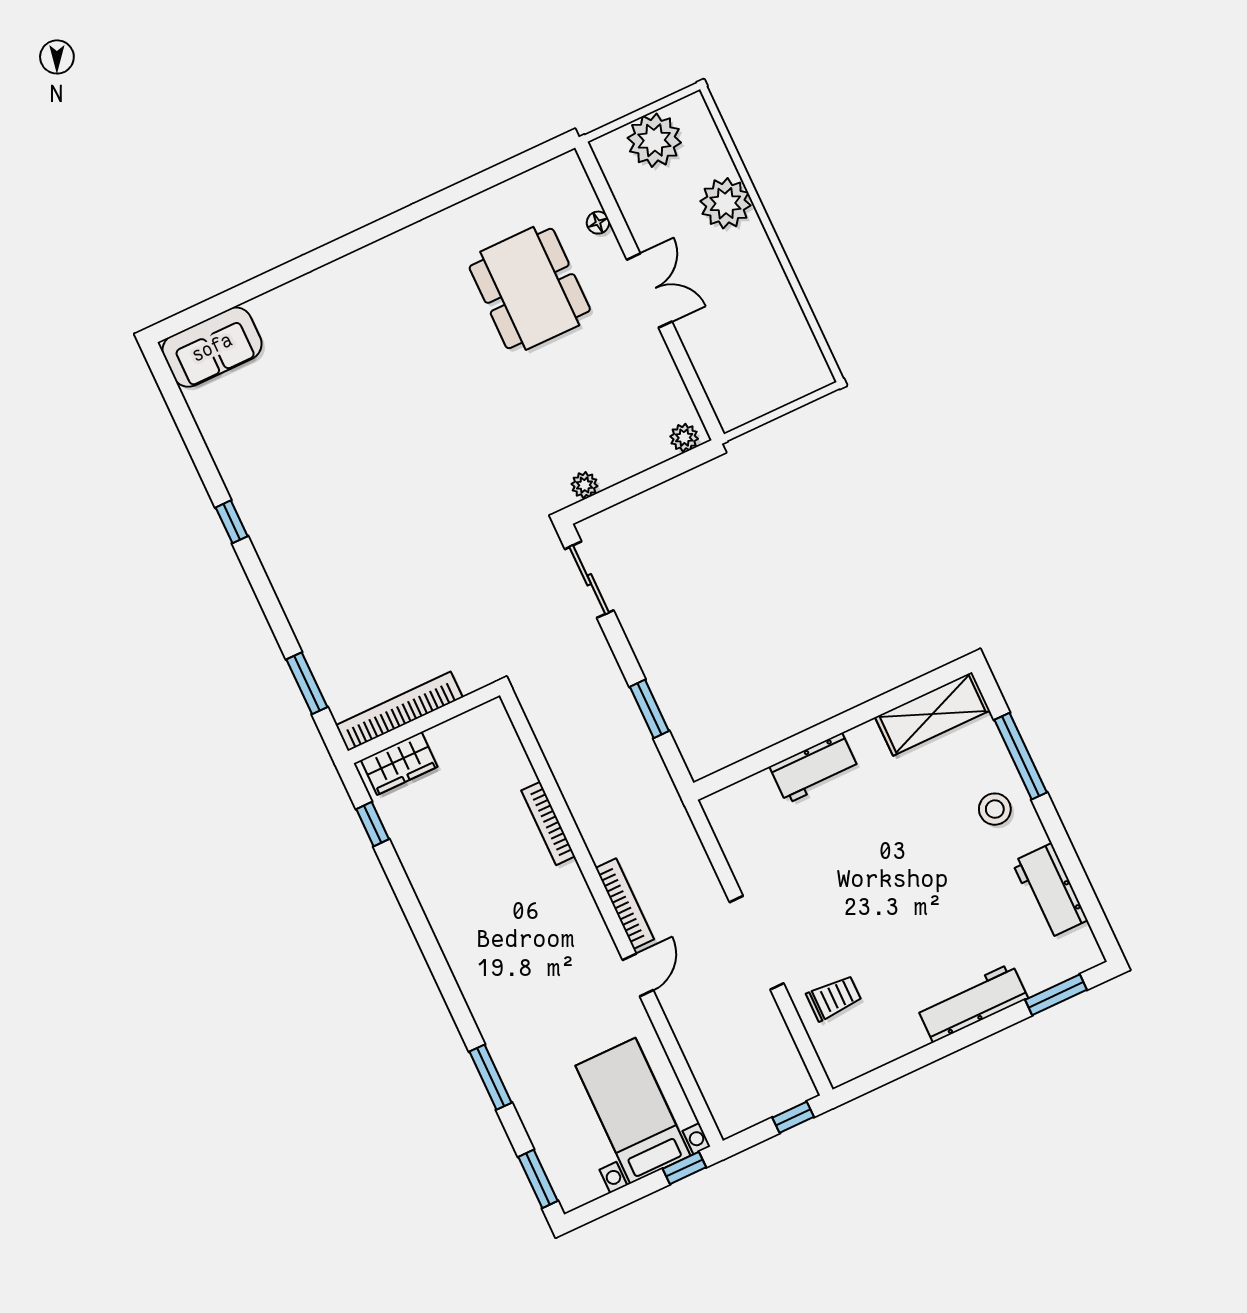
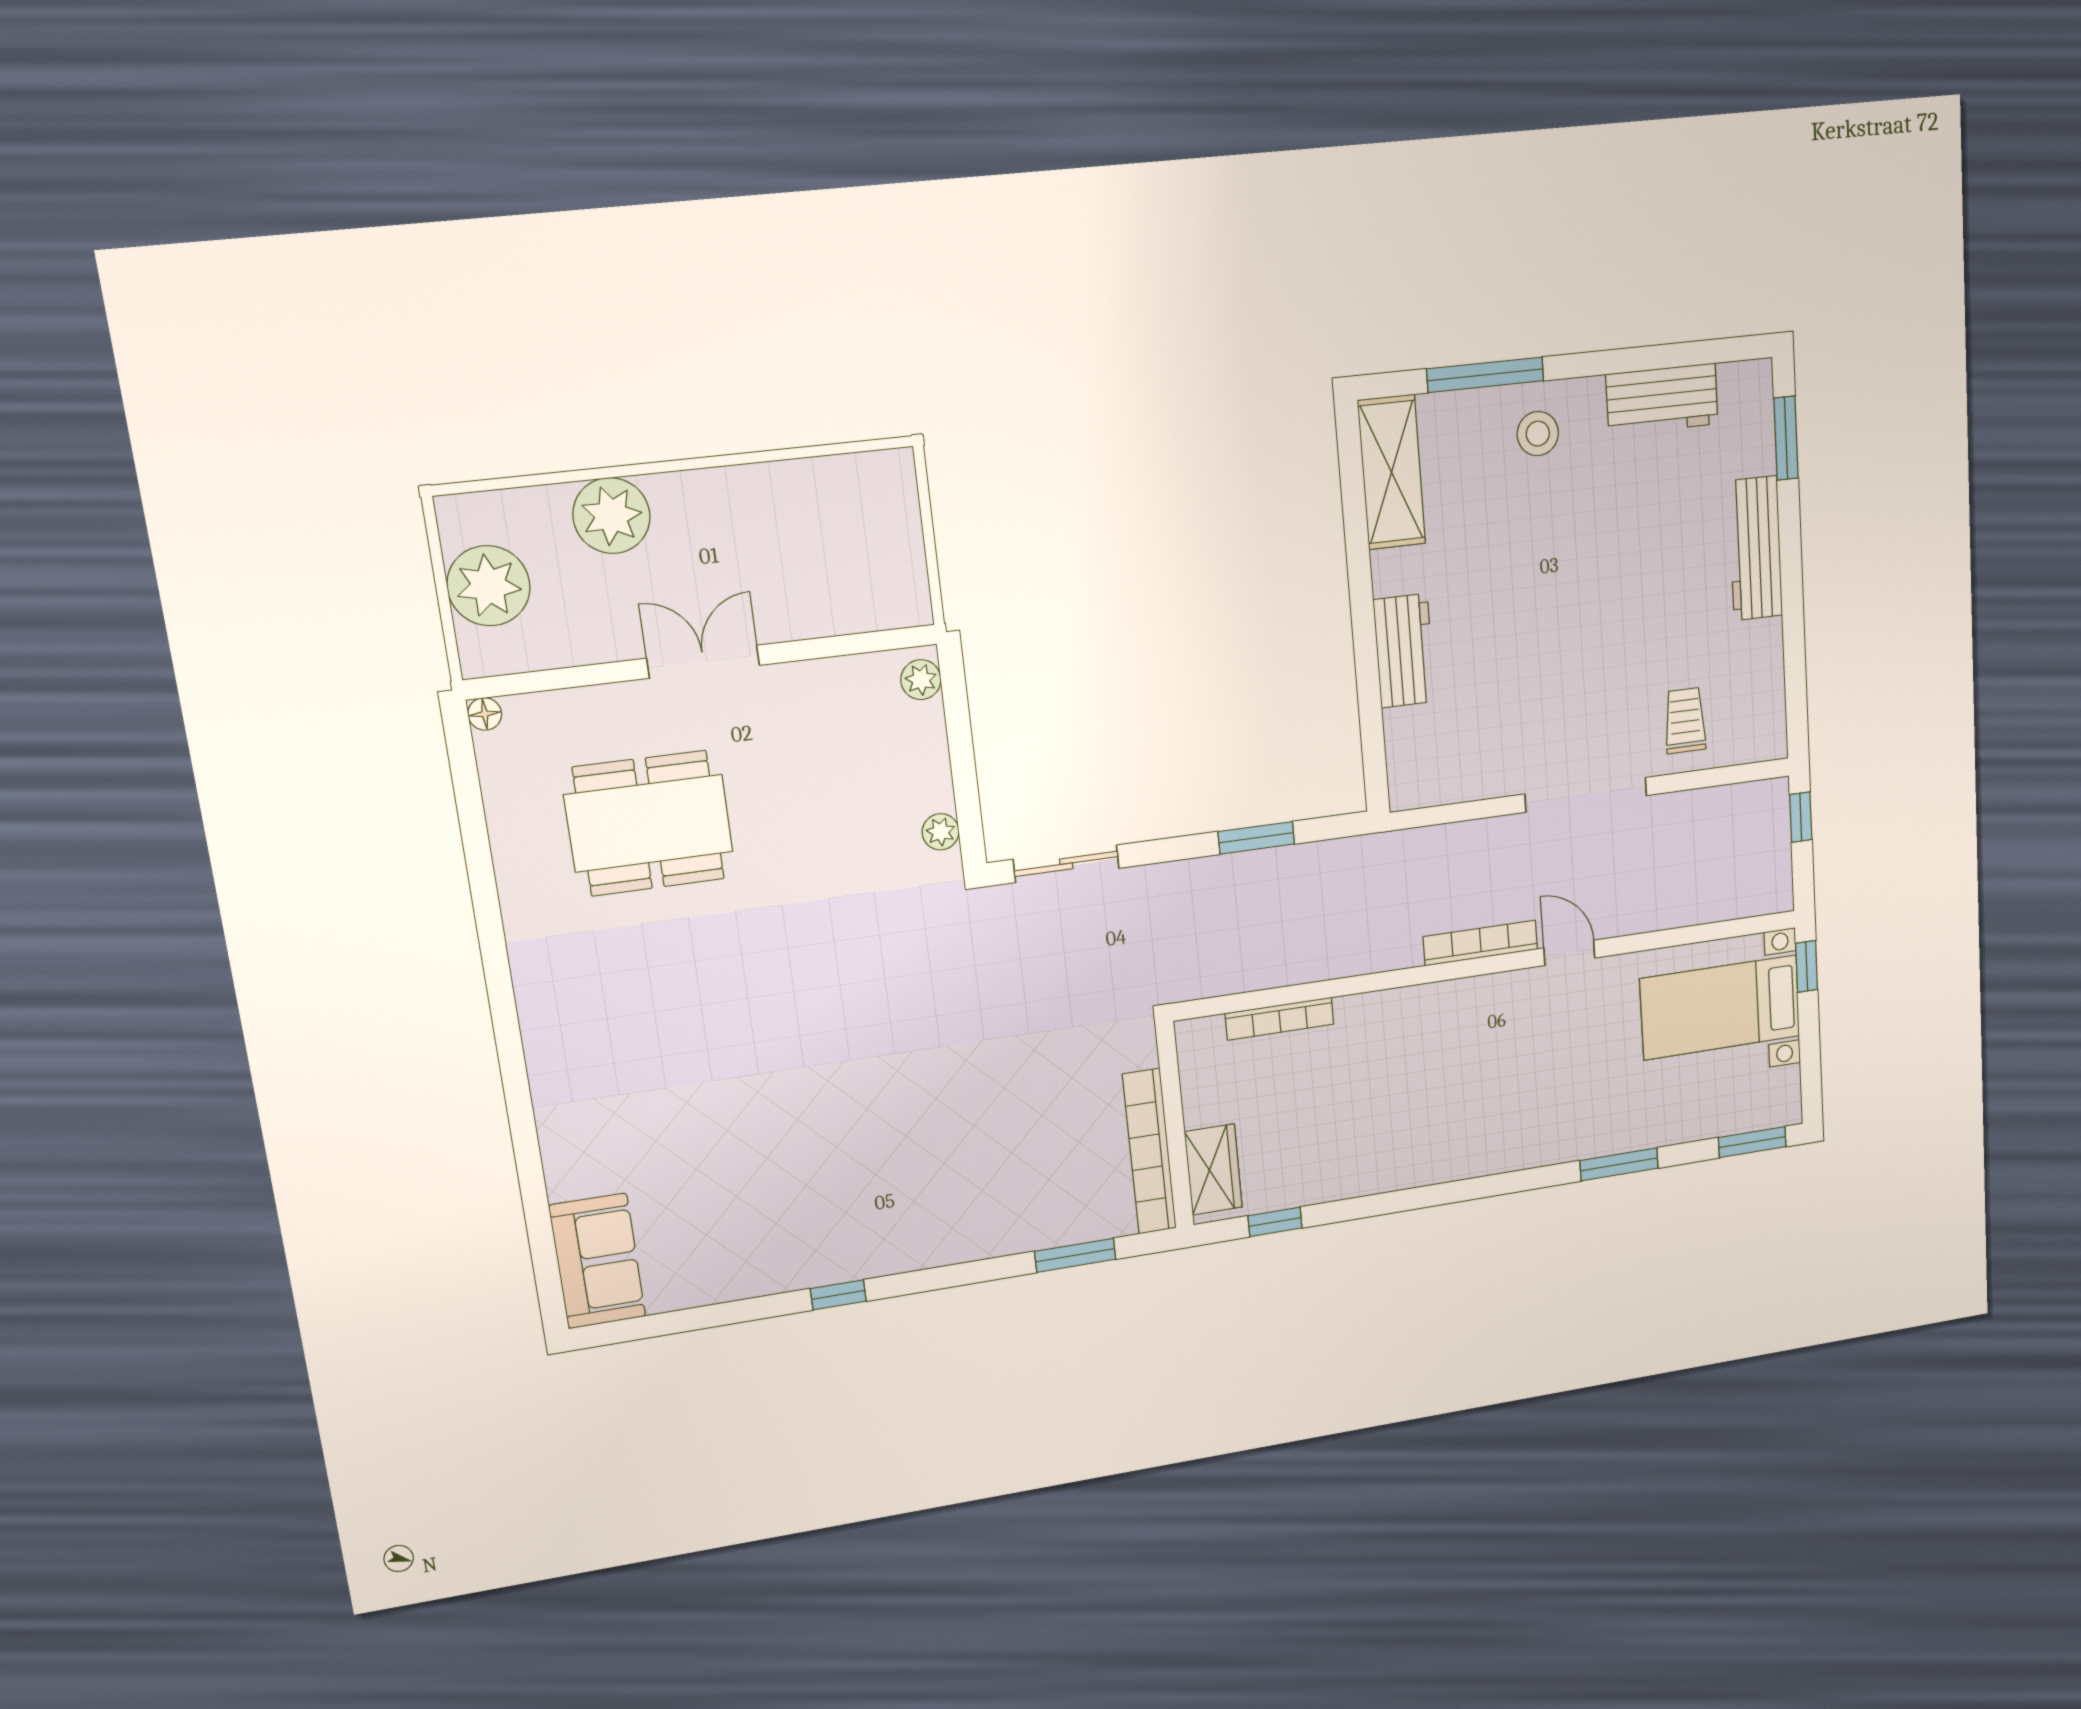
floor lamp: (598, 223) -> (485, 714), moved
bookcase: (548, 823) -> (1280, 1019), moved

